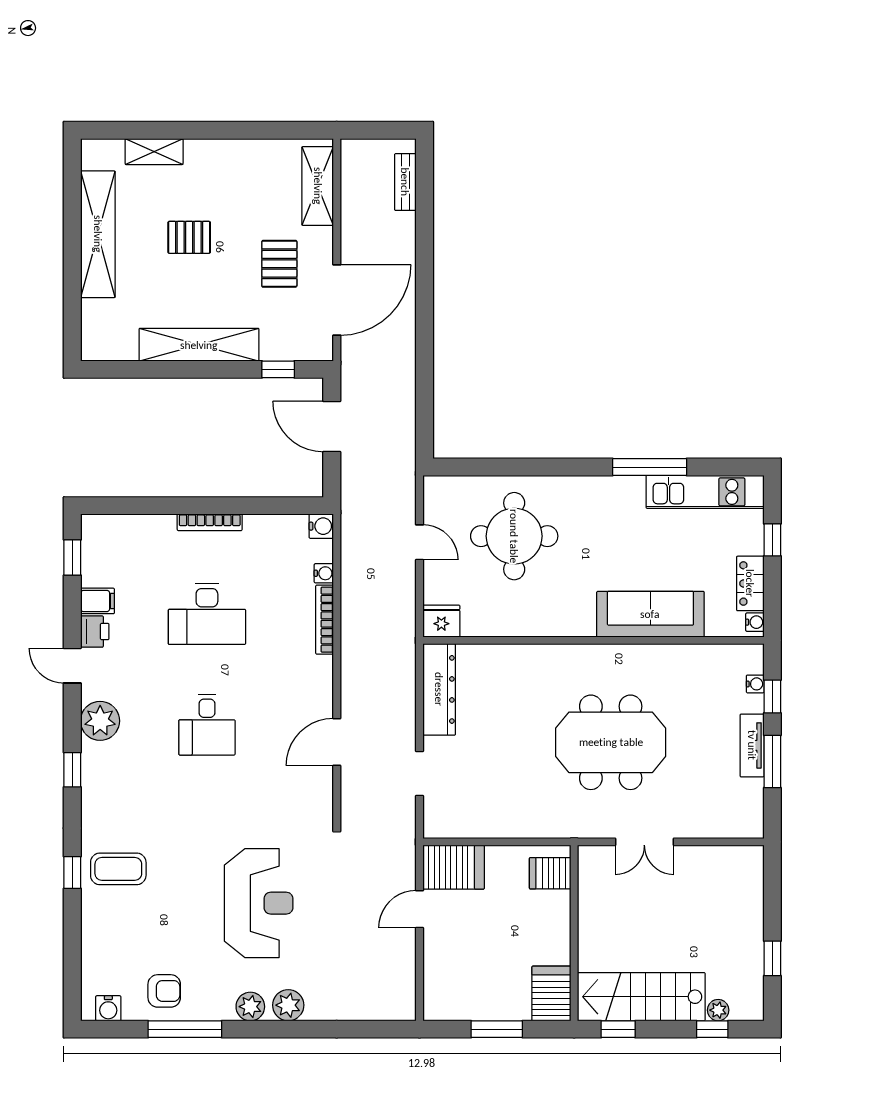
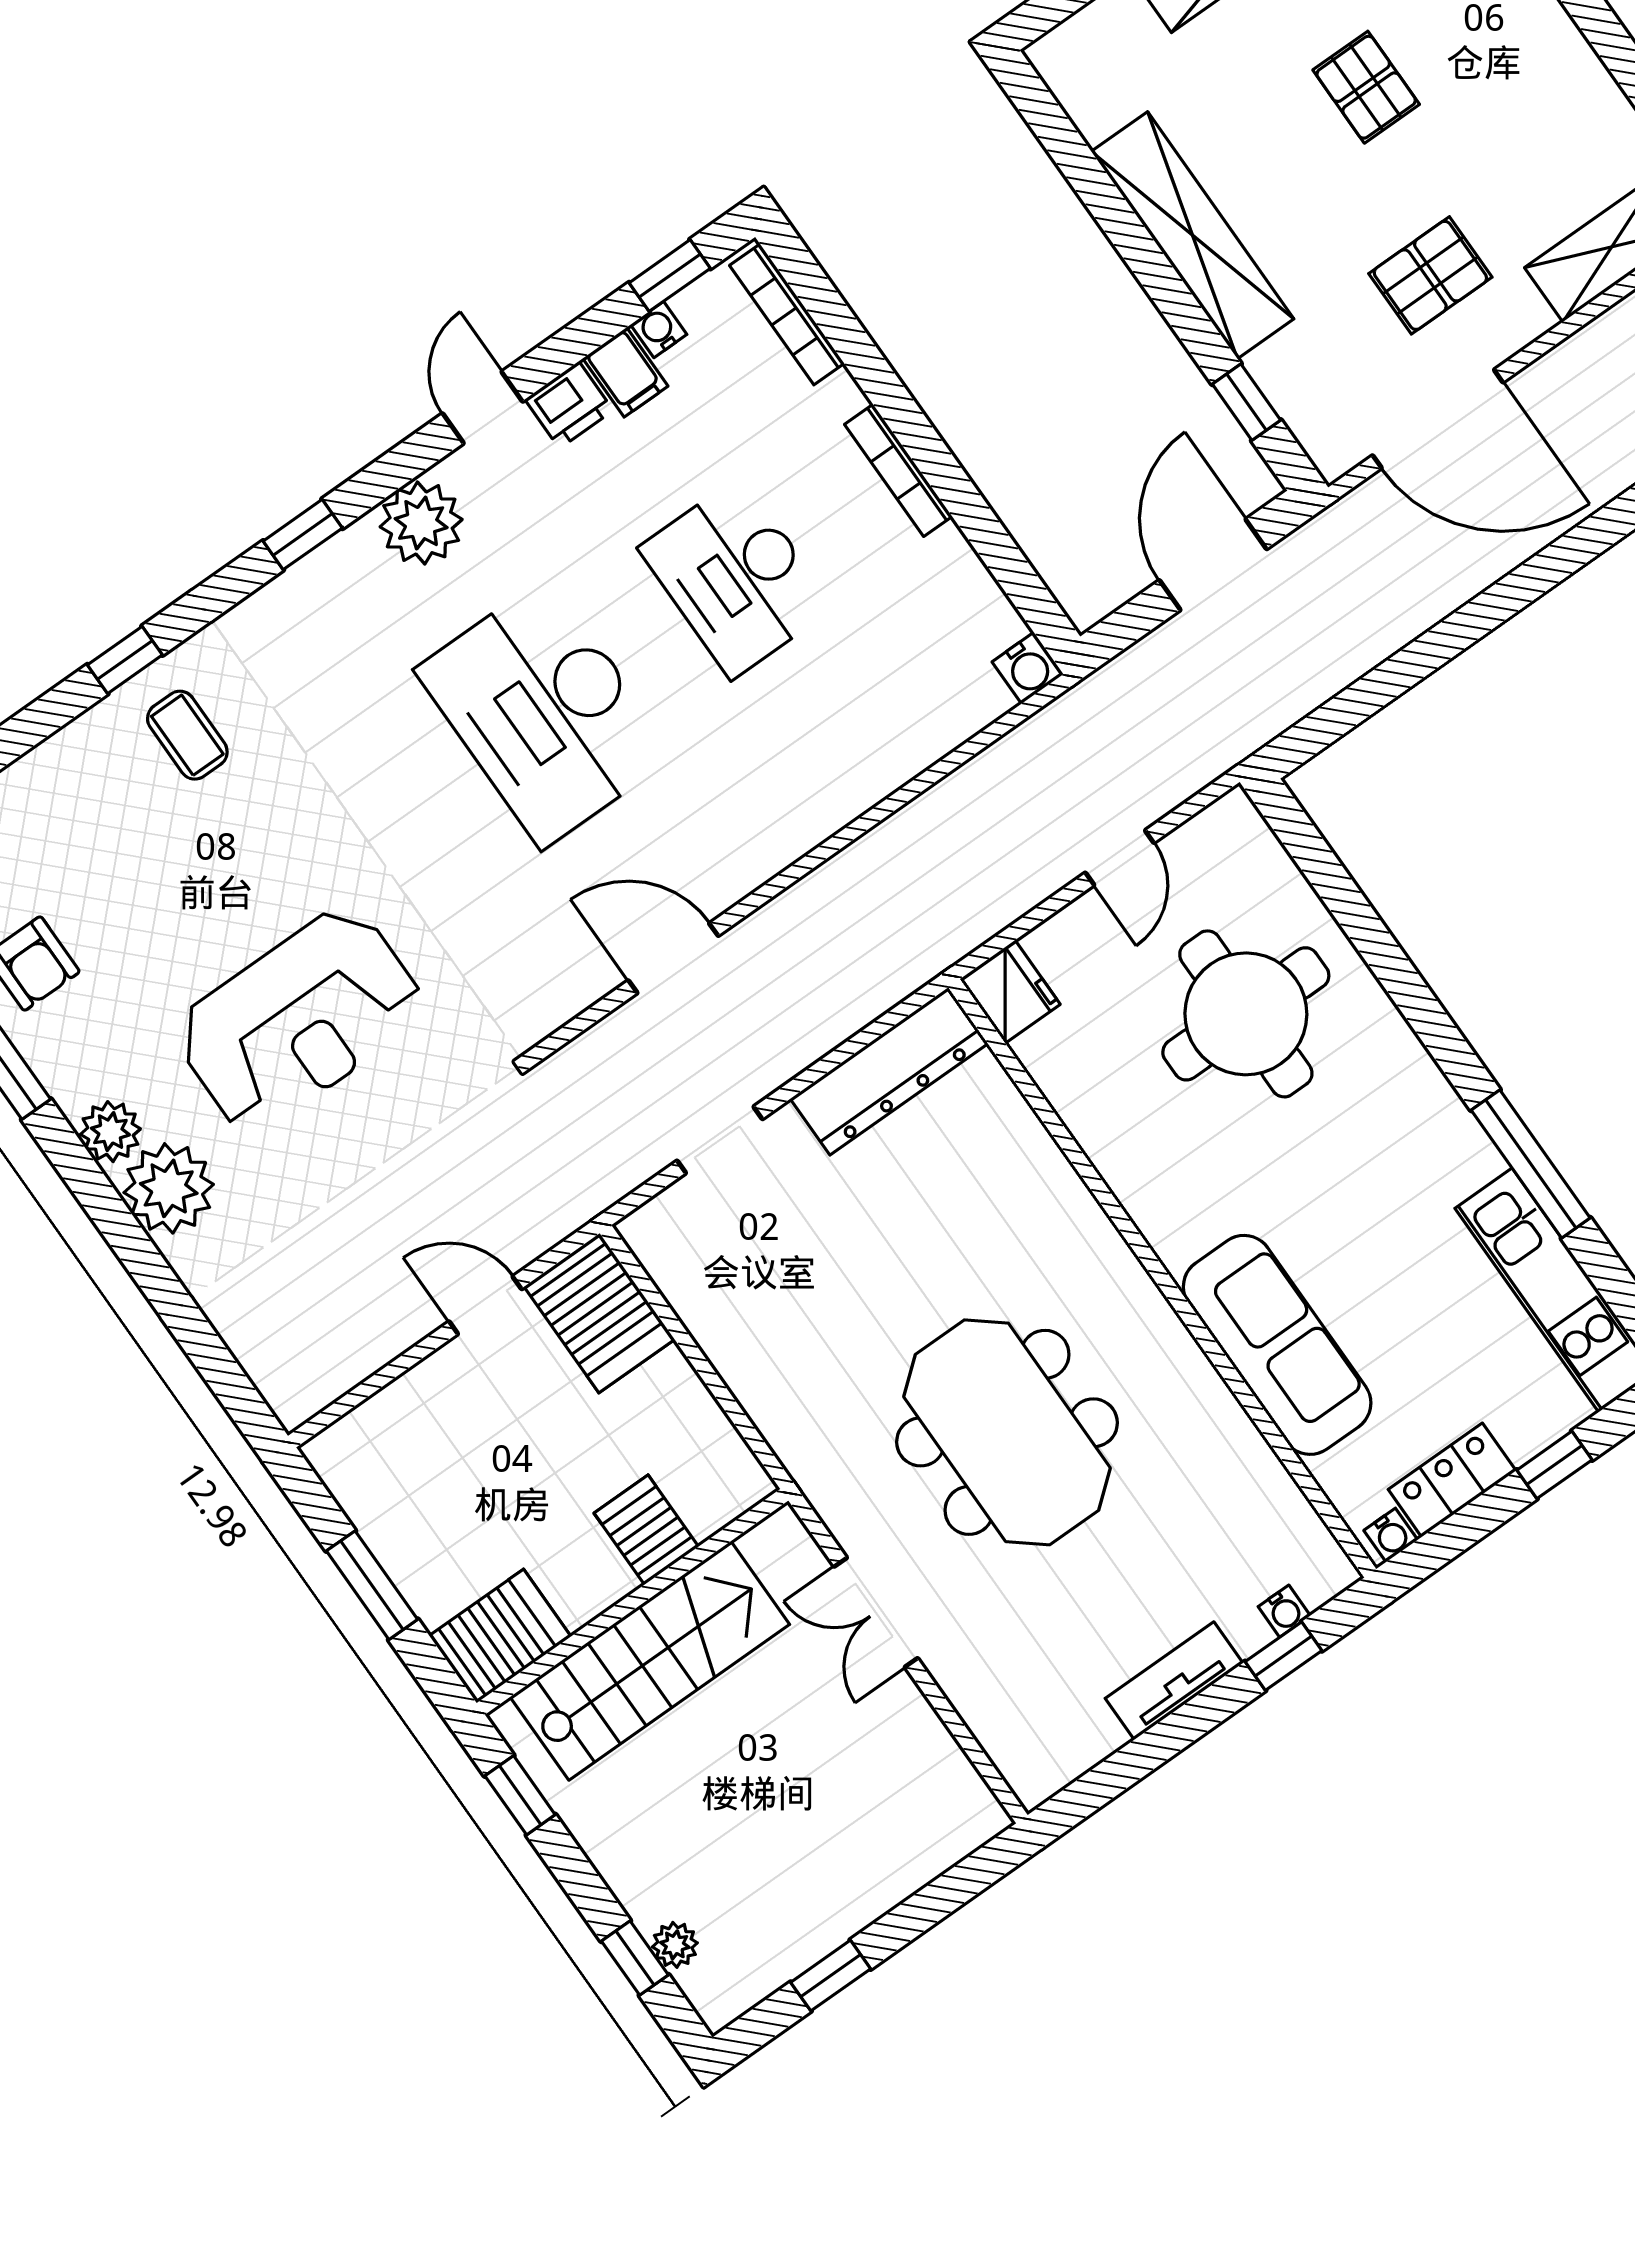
water cooler: (324, 573) -> (659, 330), moved, turned 180
bookcase: (325, 620) -> (787, 314), moved, turned -90
desk: (207, 725) -> (545, 713), width x1.87, depth x1.30
window: (772, 762) -> (1171, 1735), removed
coffee table: (118, 869) -> (187, 735), width x0.73, depth x0.77
server rack: (550, 873) -> (646, 1530), moved
stairs: (641, 997) -> (650, 1661), moved, turned 90
plant: (288, 1005) -> (169, 1188), width x1.36, depth x1.36

